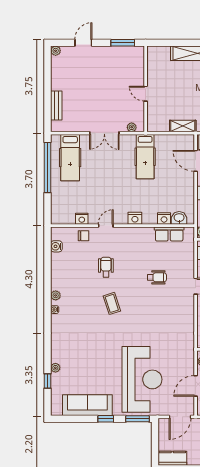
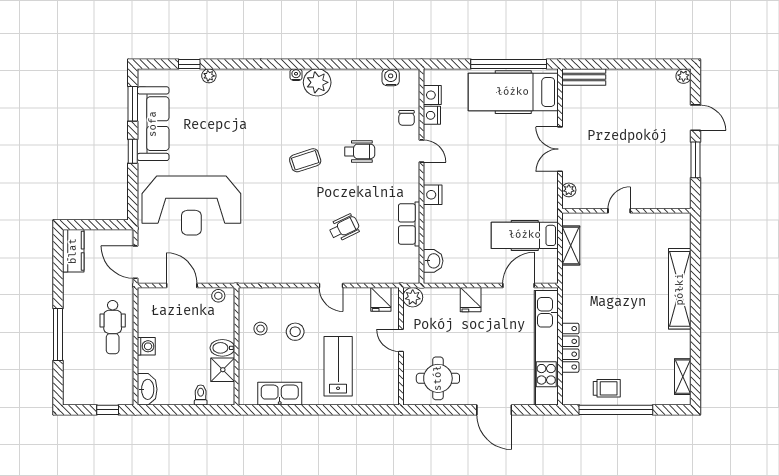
window: (123, 43) -> (695, 160), moved
bench: (56, 105) -> (584, 77), moved
shelving: (183, 126) -> (571, 245), moved
hospital bed: (145, 157) -> (525, 235), moved
hospital bed: (70, 158) -> (513, 92), width x1.37, depth x1.29
nightstand: (164, 219) -> (432, 95), moved
row of seats: (169, 234) -> (409, 224), moved
wheelchair: (157, 277) -> (344, 228), turned -116
plant: (56, 295) -> (317, 82), width x1.88, depth x1.88
window: (138, 419) -> (133, 104), moved

